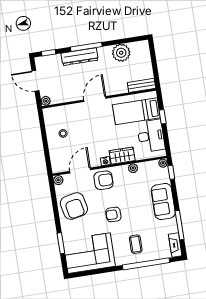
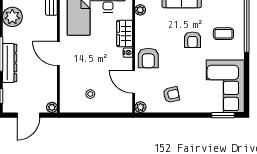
plant: (133, 168) -> (140, 10), moved
armchair: (103, 180) -> (148, 58), turned 180
armchair: (74, 206) -> (171, 95), width x0.53, depth x0.53
armchair: (113, 215) -> (192, 40), moved
window: (61, 243) -> (223, 115), moved

